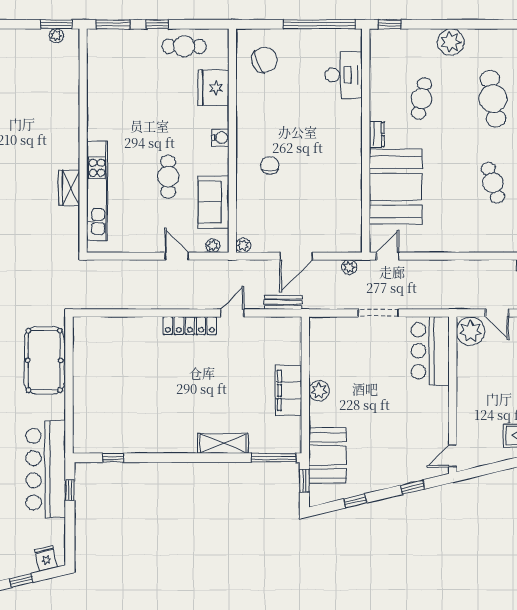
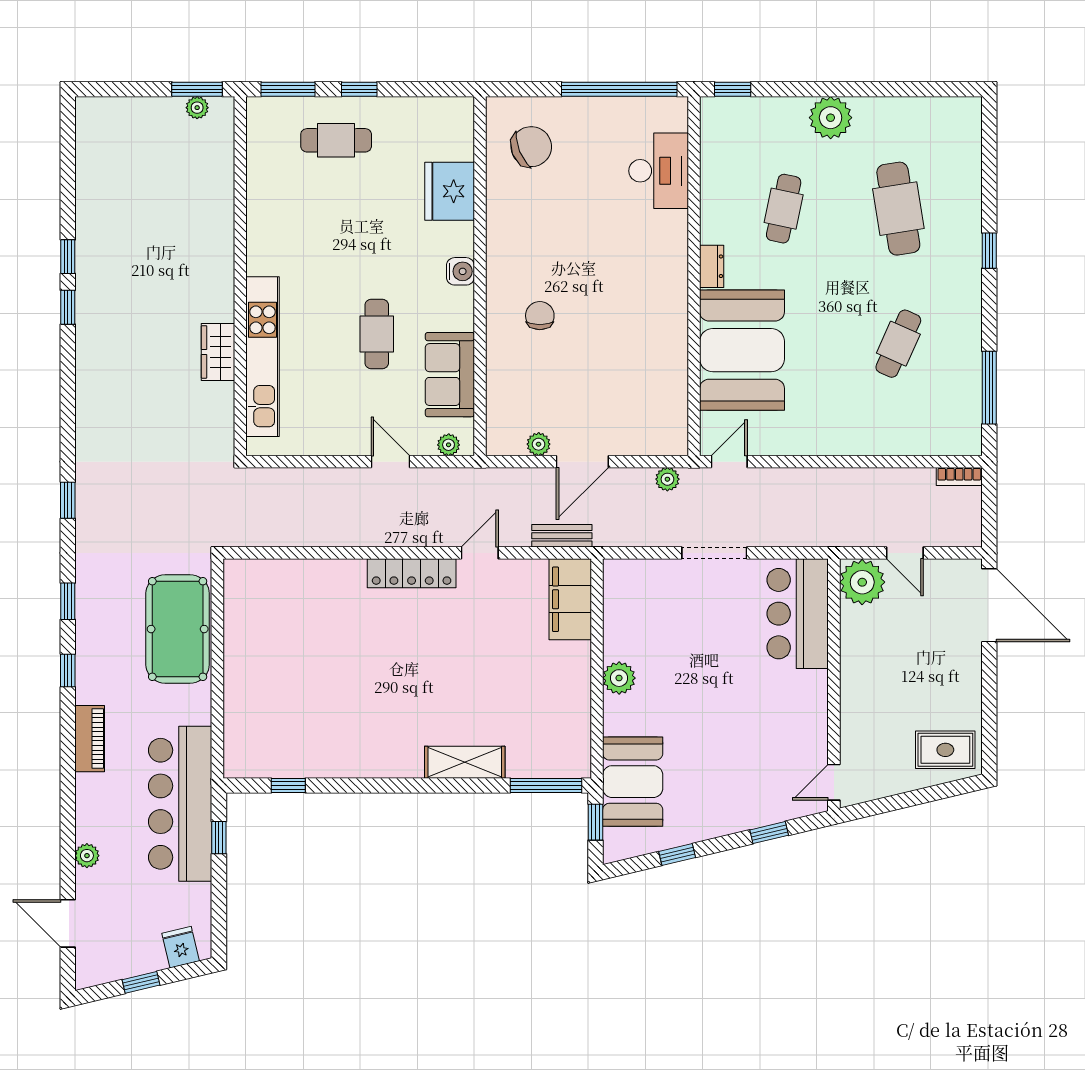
cafe table: (184, 46) -> (336, 140), moved
cafe table: (493, 183) -> (898, 344), turned 42
plant: (243, 245) -> (539, 444), moved
filing cabinet: (289, 390) -> (570, 599), moved

